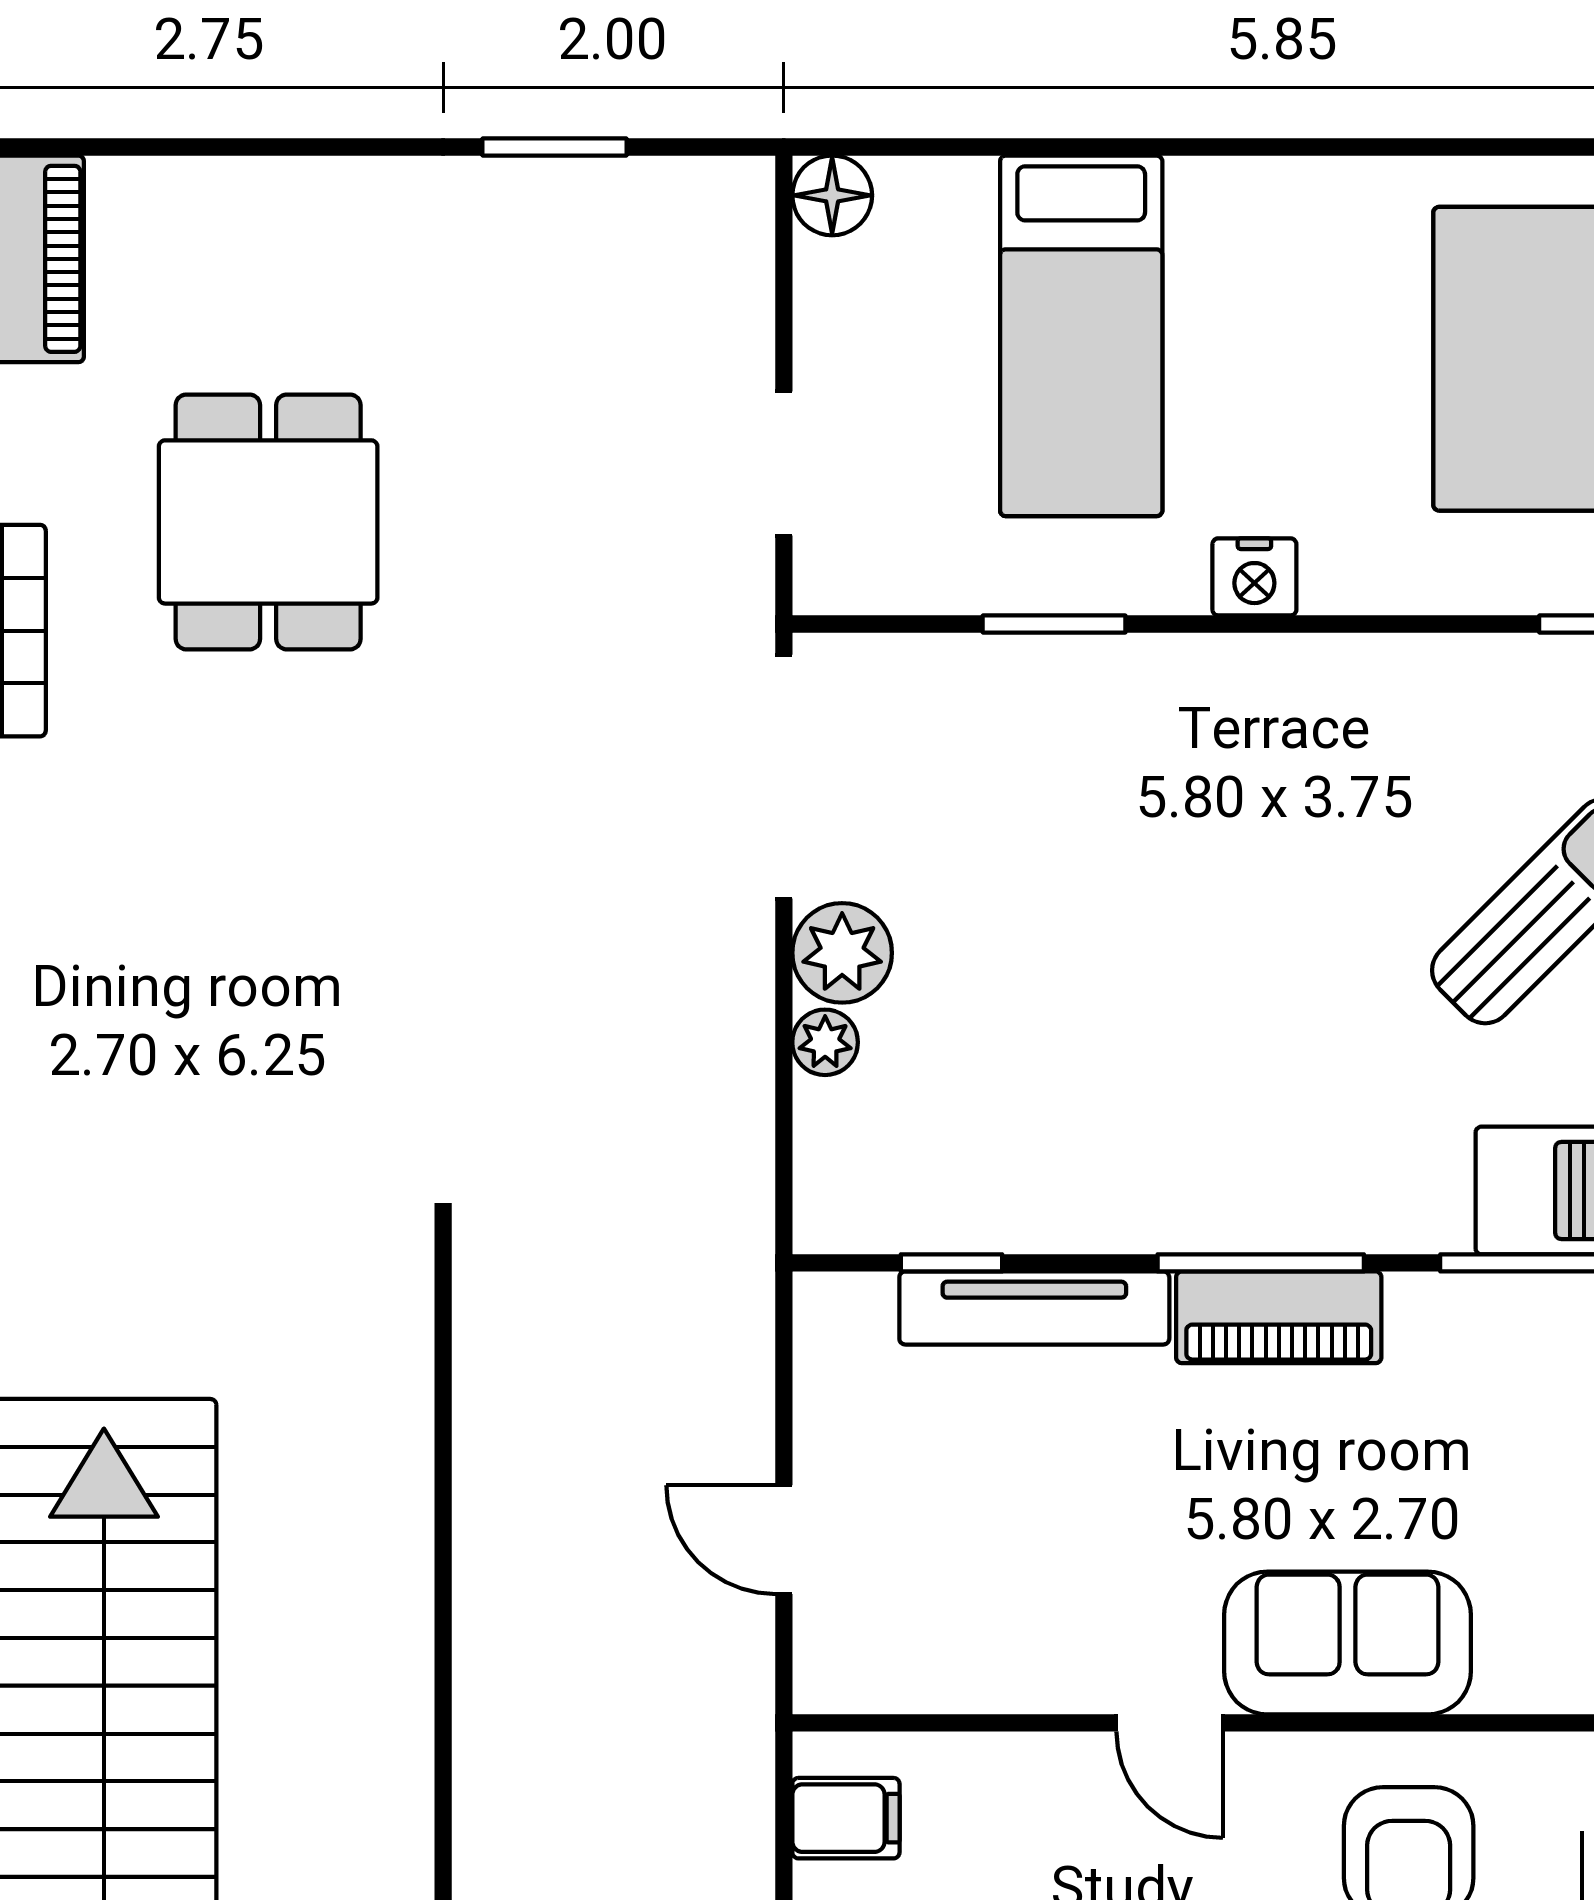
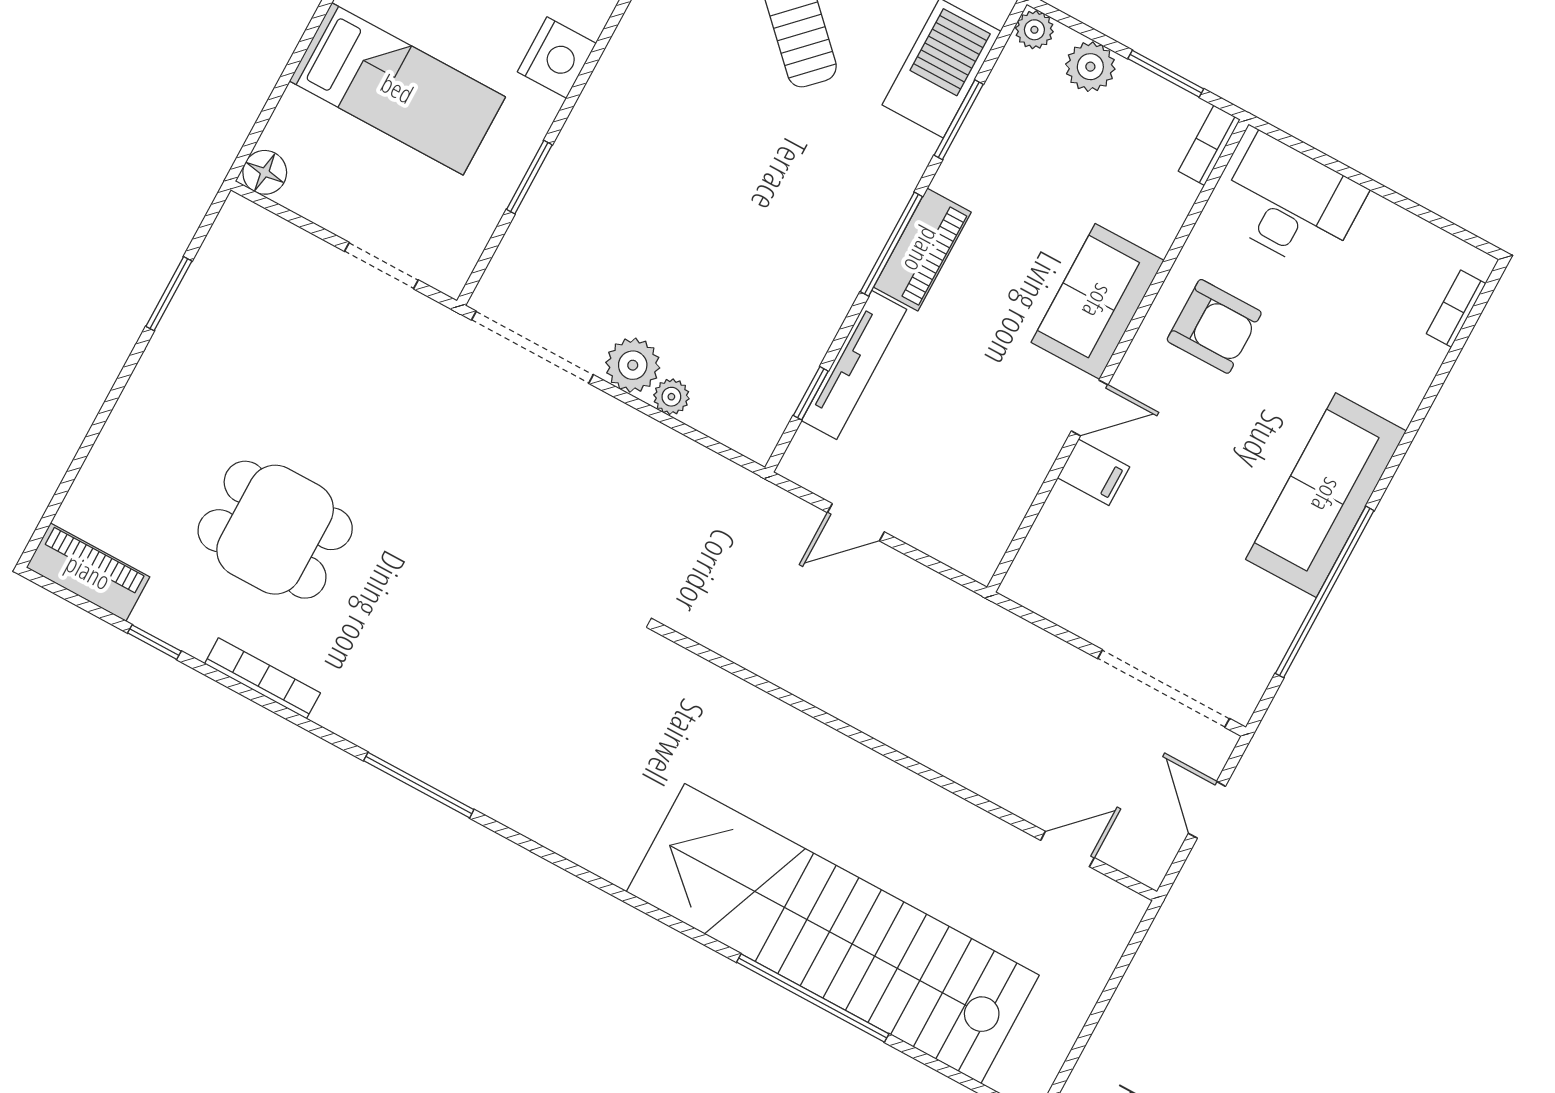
nightstand: (1254, 577) -> (557, 58), width x1.36, depth x1.33
door: (784, 1540) -> (856, 522), moved
filing cabinet: (846, 1818) -> (1094, 472), moved, turned 90

